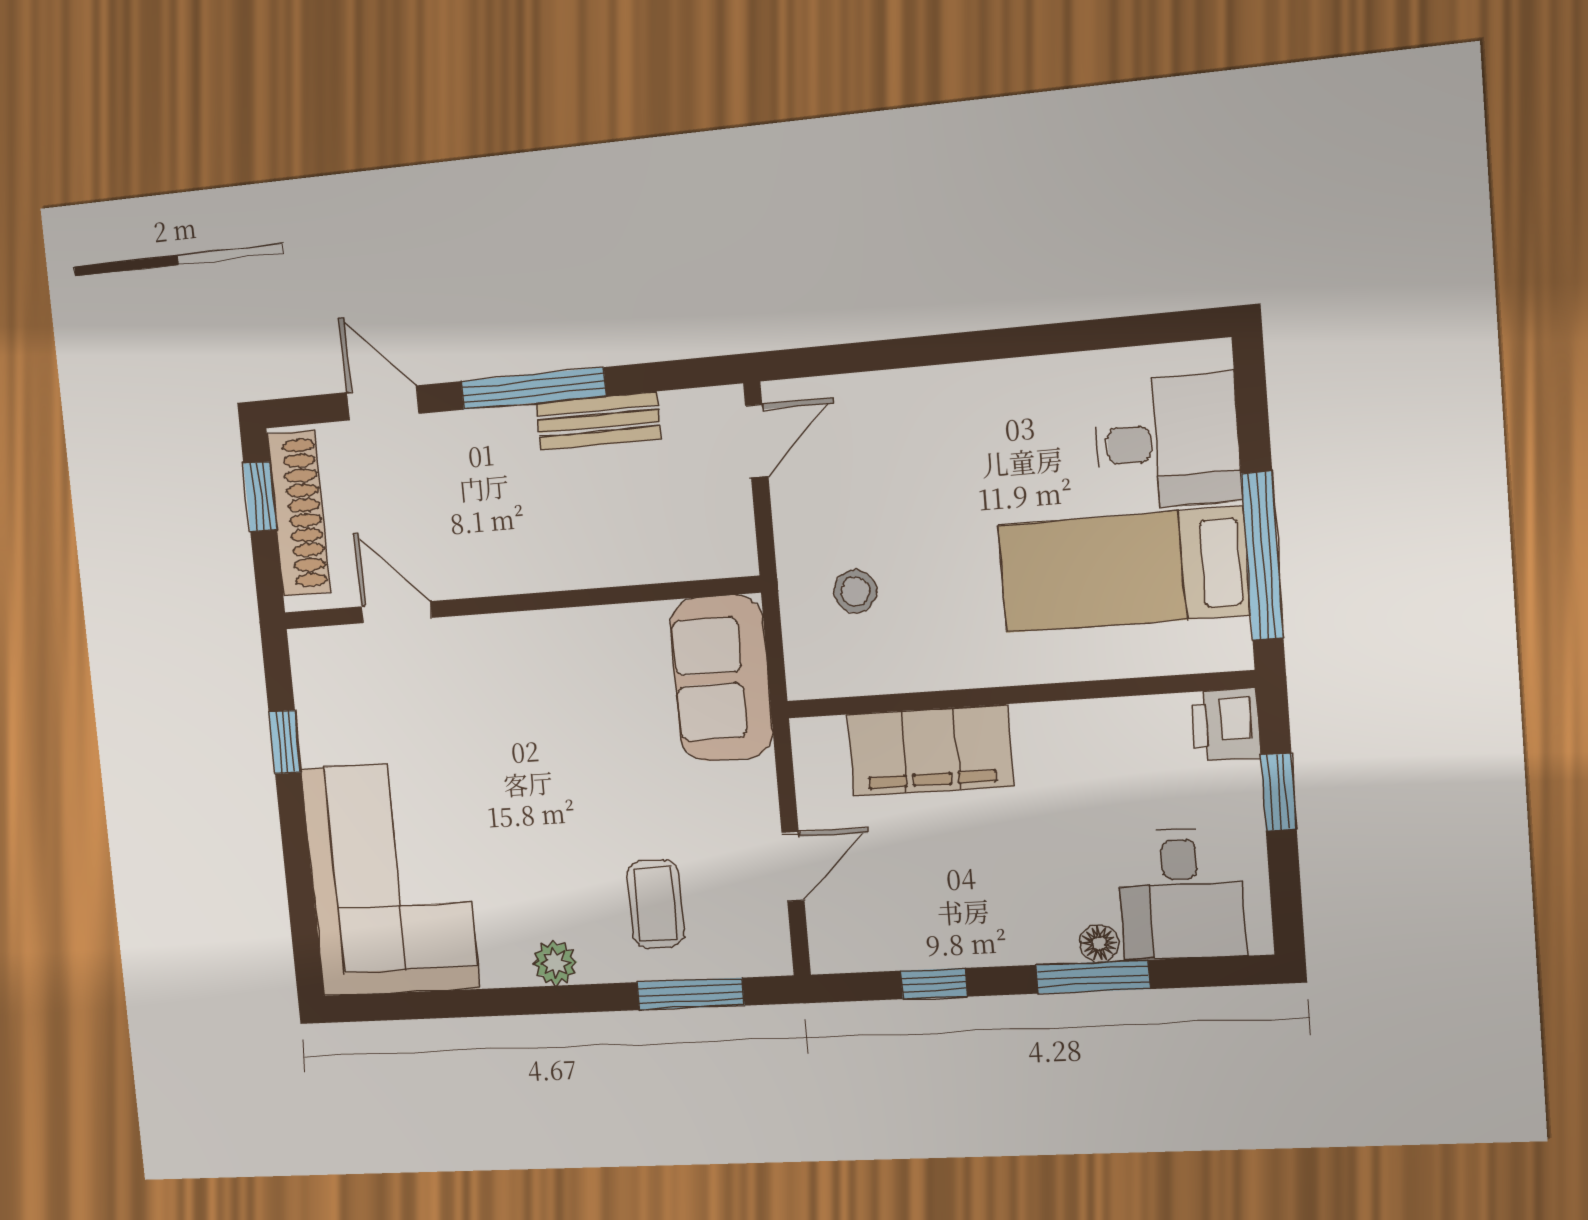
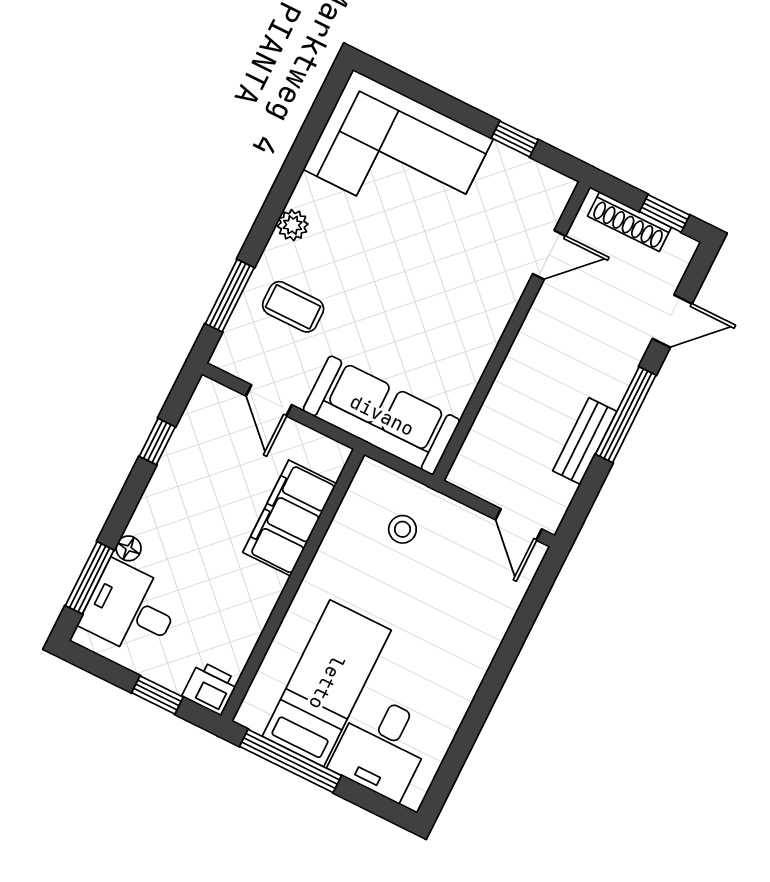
shoe rack: (299, 513) -> (629, 222), width x0.74, depth x0.81
sofa: (722, 678) -> (382, 415), width x1.36
window: (1093, 977) -> (90, 578), moved

